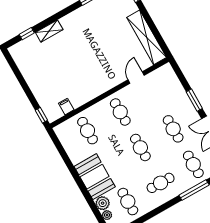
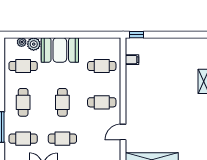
door: (136, 78) -> (123, 132), swing flipped
cafe table: (140, 147) -> (62, 102), turned 90

